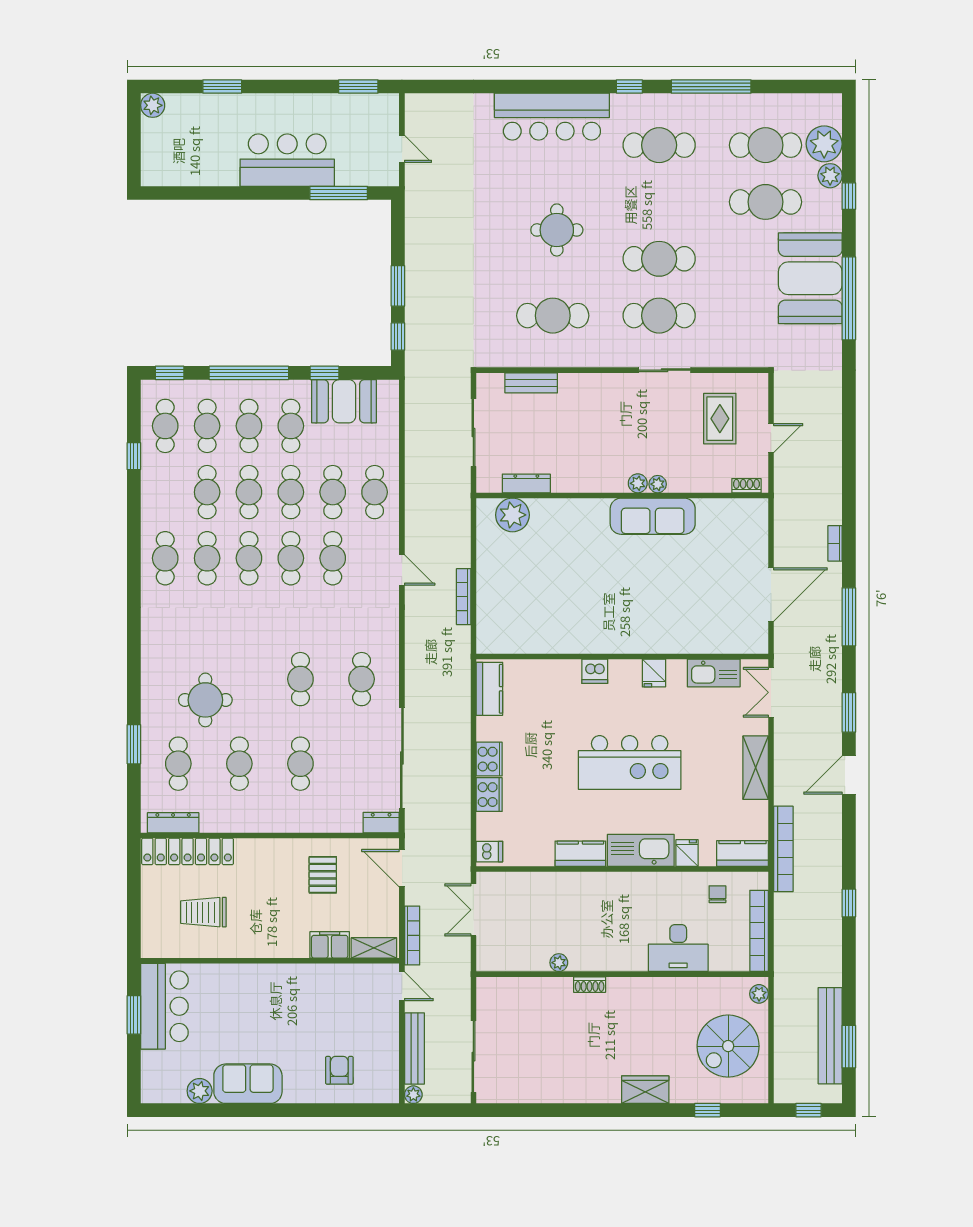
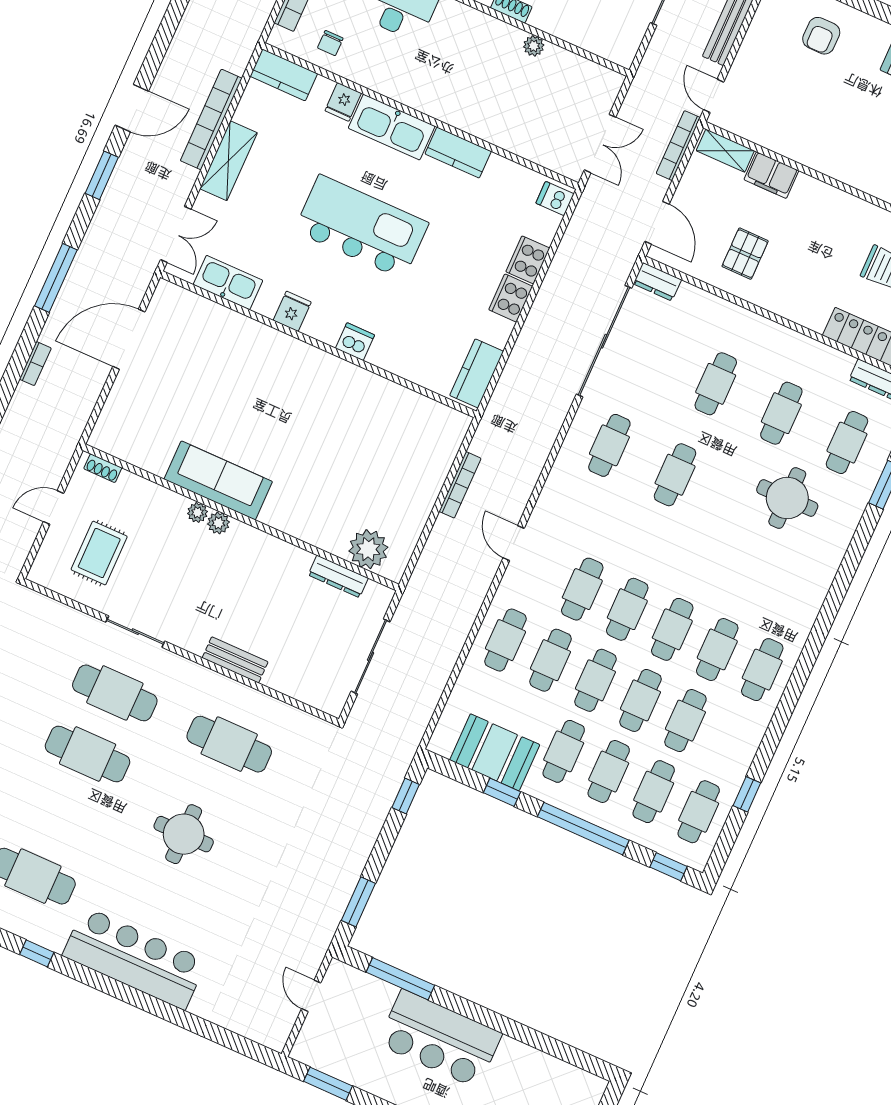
window: (398, 286) -> (358, 902), moved
bench: (531, 383) -> (235, 660), moved
bookcase: (783, 849) -> (211, 119), moved

